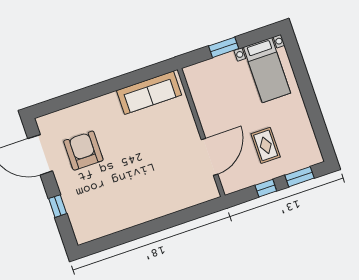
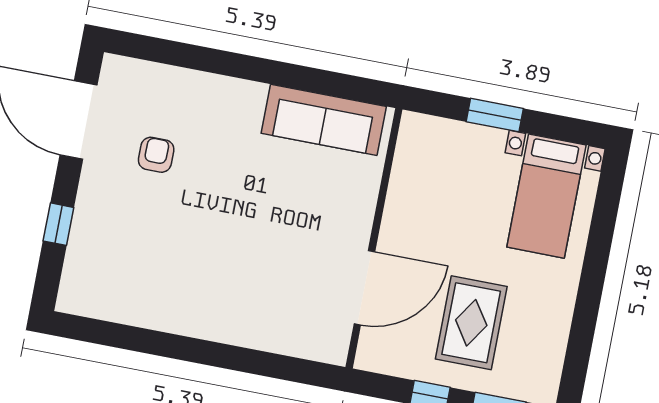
rug: (266, 145) -> (471, 323), width x1.36, depth x1.43
armchair: (83, 151) -> (156, 155), width x0.53, depth x0.53

